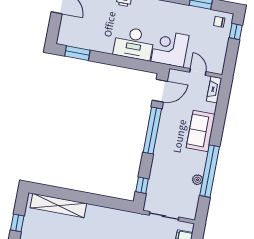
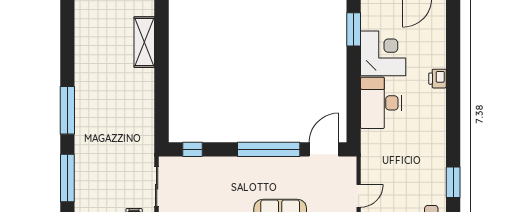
corner desk: (170, 48) -> (383, 53), moved
door: (160, 91) -> (324, 149), swing flipped
shelving: (58, 206) -> (144, 42), width x0.68

